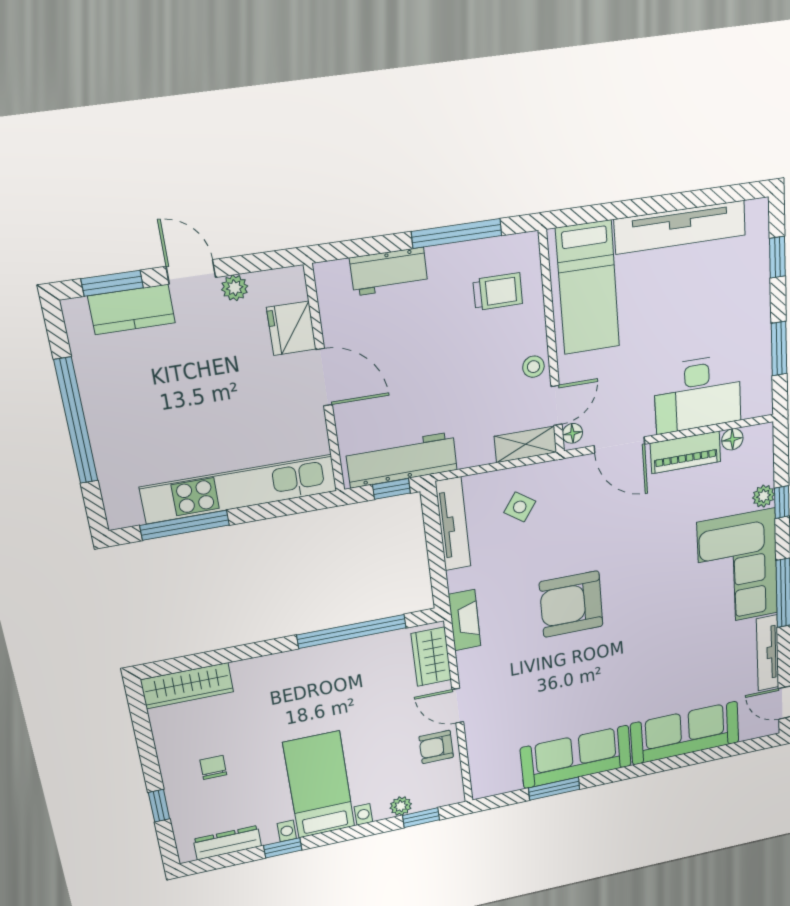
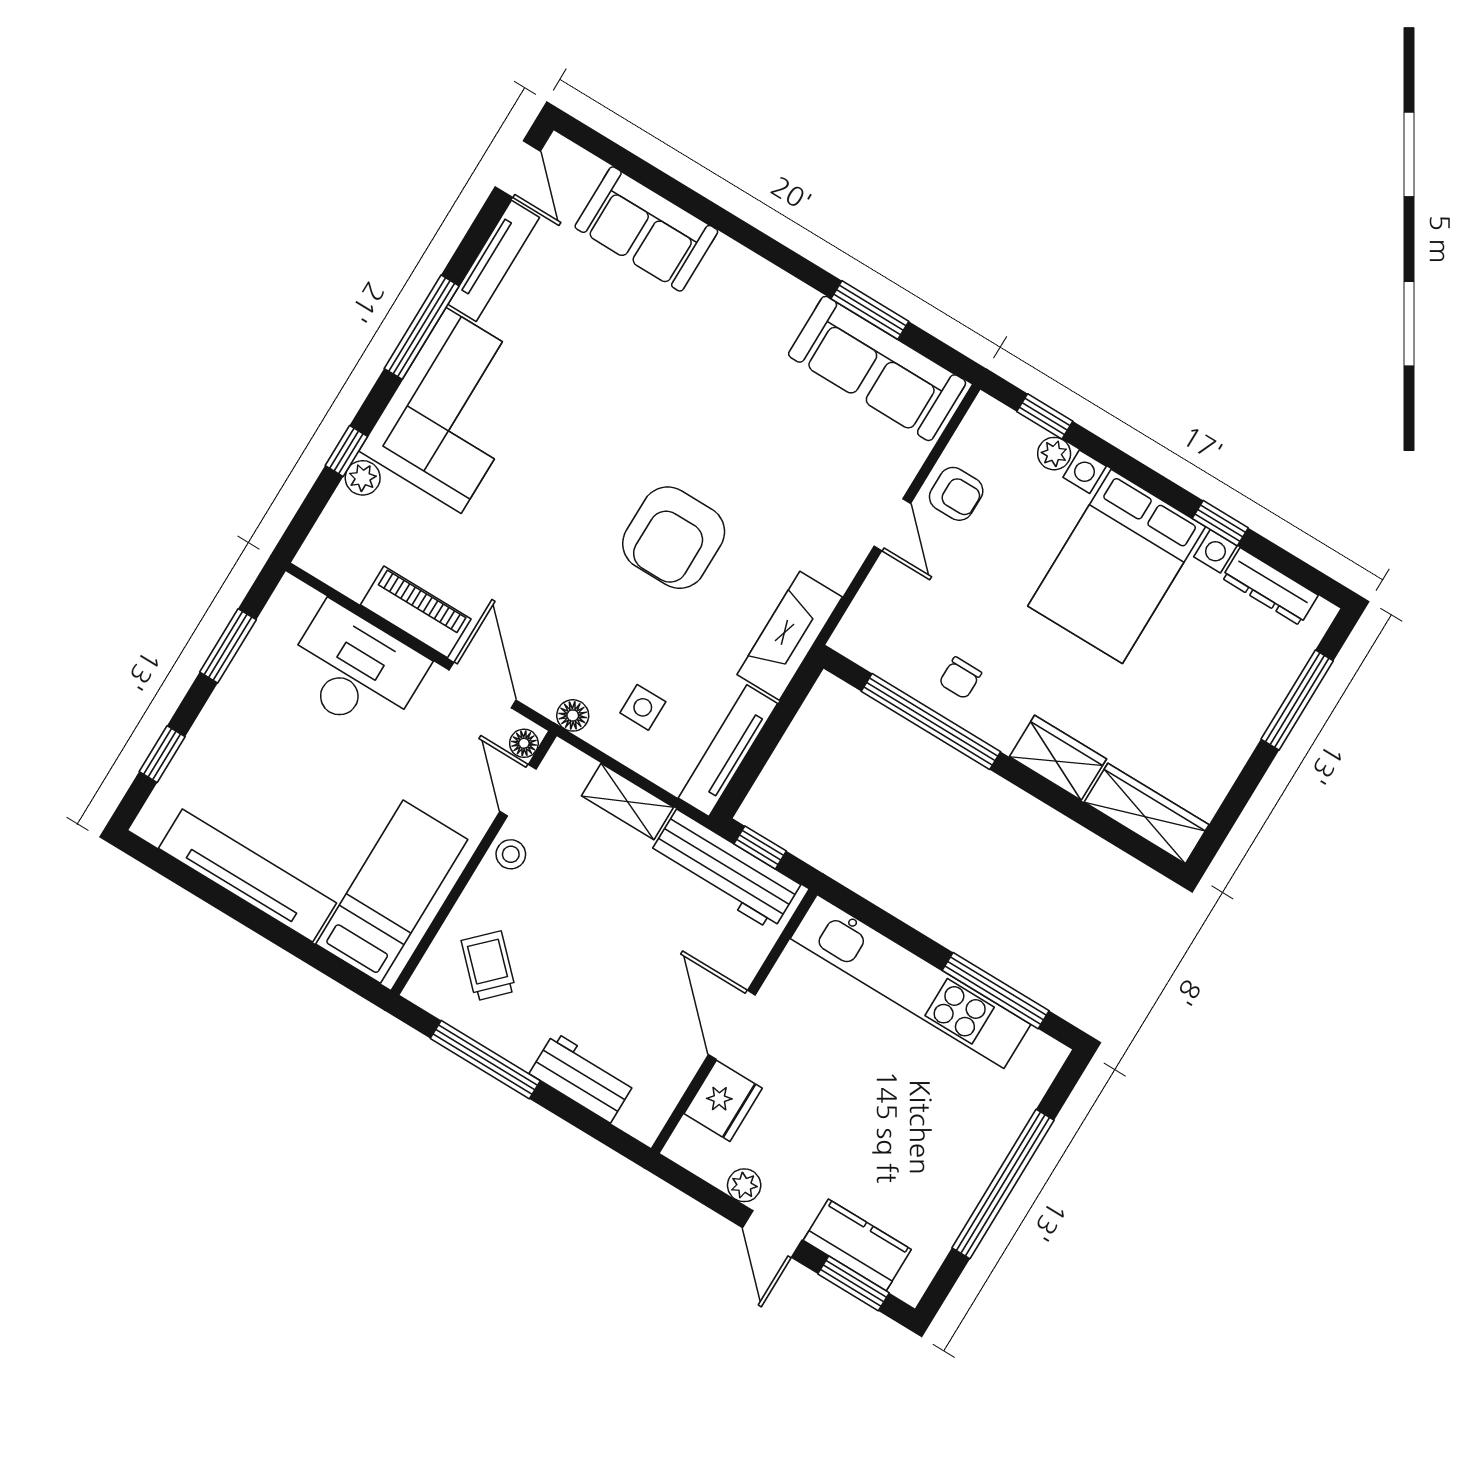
trolley: (498, 292) -> (488, 966), turned 45
door: (556, 405) -> (518, 790), hinge flipped
floor lamp: (732, 439) -> (573, 715), moved
shelving: (526, 444) -> (628, 801), moved
side table: (520, 507) -> (643, 707), turned -35
armchair: (571, 604) -> (674, 538), turned 90
fireplace: (465, 620) -> (790, 636), width x1.37, depth x1.32
wardrobe: (431, 657) -> (1058, 758), moved, turned -90
sofa: (685, 733) -> (646, 229), width x0.73
sofa: (576, 757) -> (877, 368), moved
chair: (213, 767) -> (960, 678), moved
bed with nightstands: (319, 785) -> (1117, 566), width x1.36
window: (159, 806) -> (1297, 700), width x2.17

